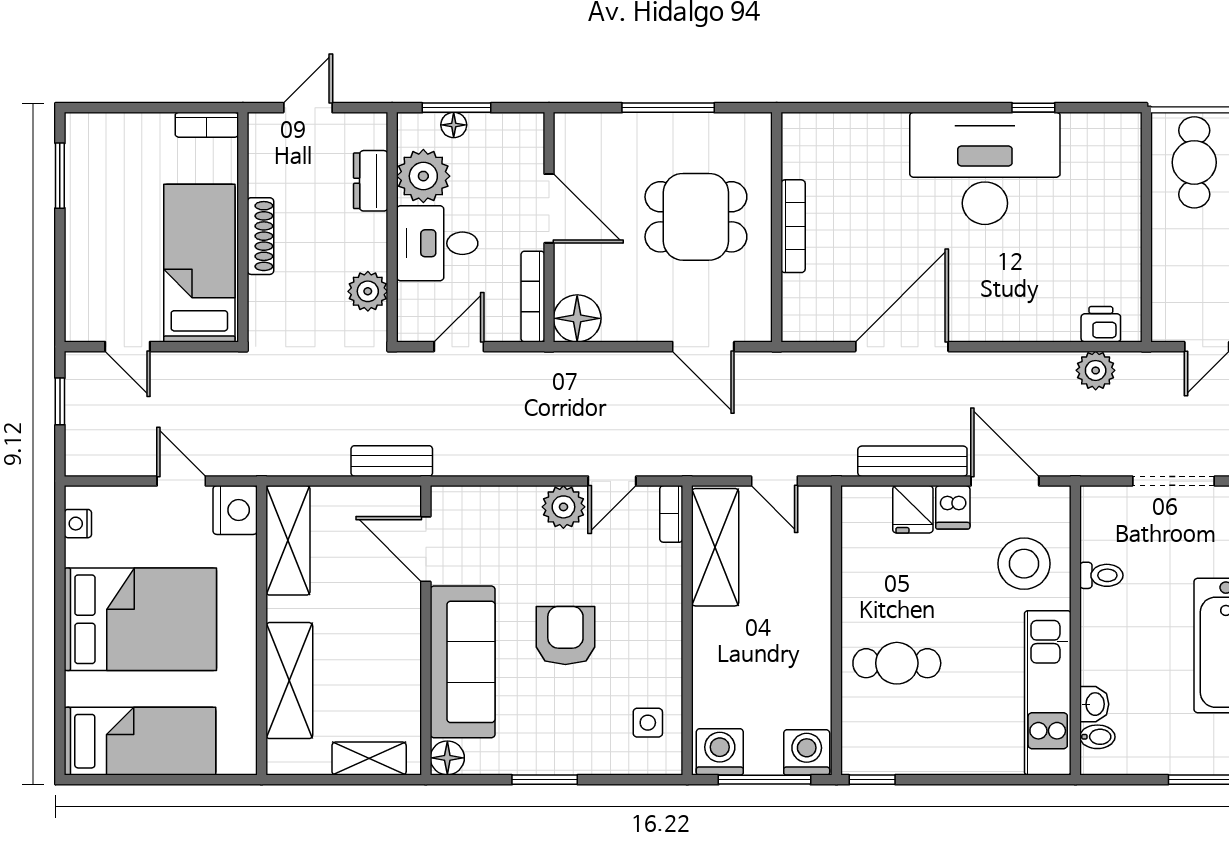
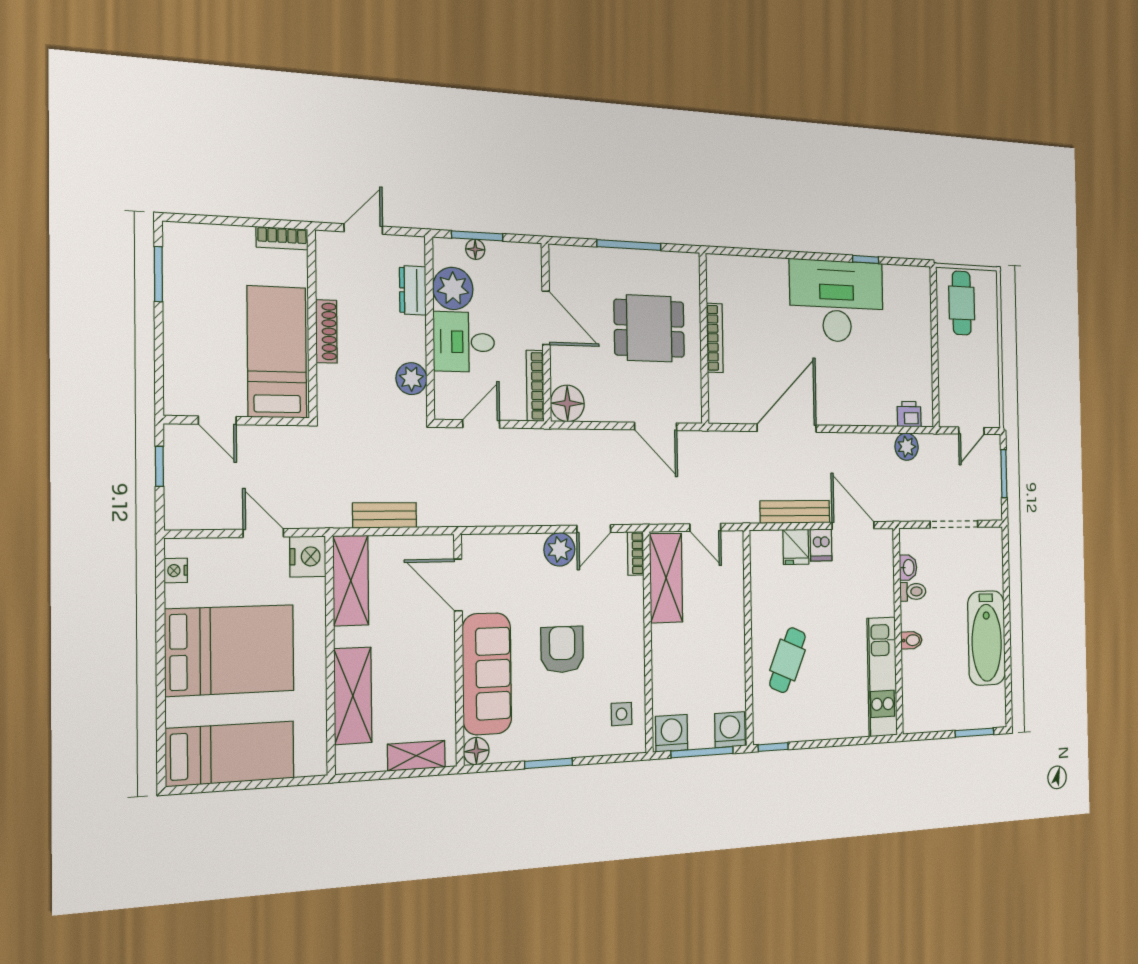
bench: (392, 461) -> (385, 515), moved
stool: (1024, 564) -> (866, 585), removed
cafe table: (897, 663) -> (788, 660), turned -67
washbasin: (1094, 704) -> (908, 568), moved
bidet: (1097, 737) -> (911, 640), moved

